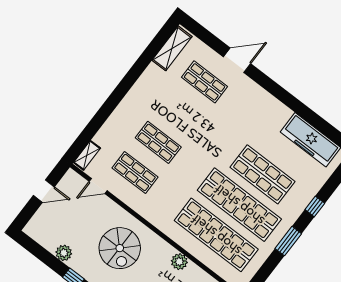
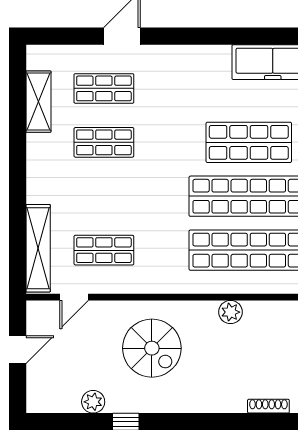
shelving: (172, 48) -> (38, 102), moved
shop shelf: (158, 142) -> (104, 142), moved
shelving: (87, 155) -> (38, 248), width x2.20, depth x1.33

